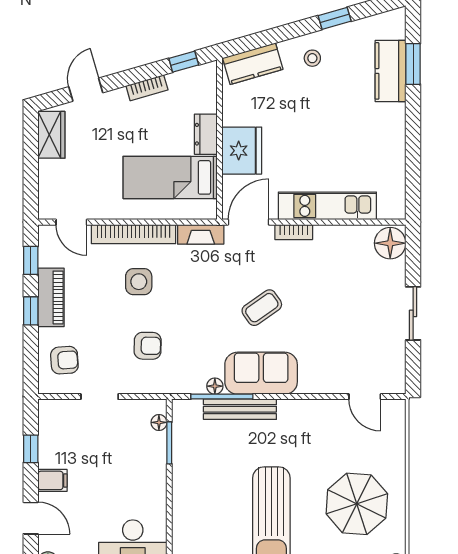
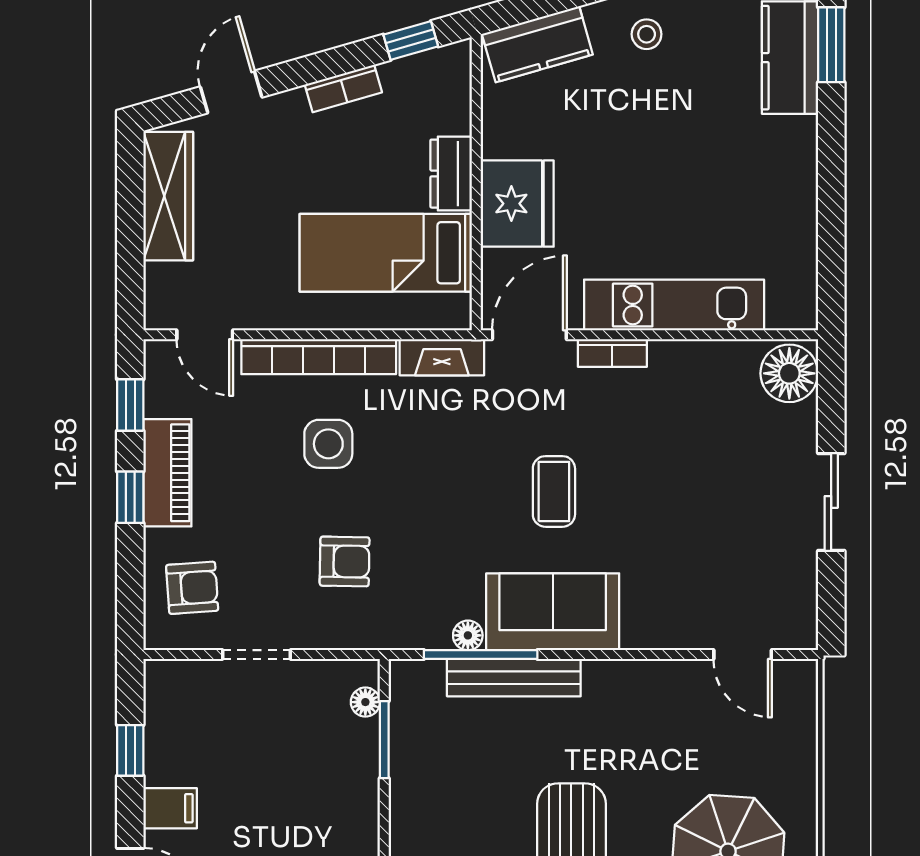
wardrobe: (51, 135) -> (168, 196), width x1.50
coffee table: (262, 308) -> (554, 491), turned -55

